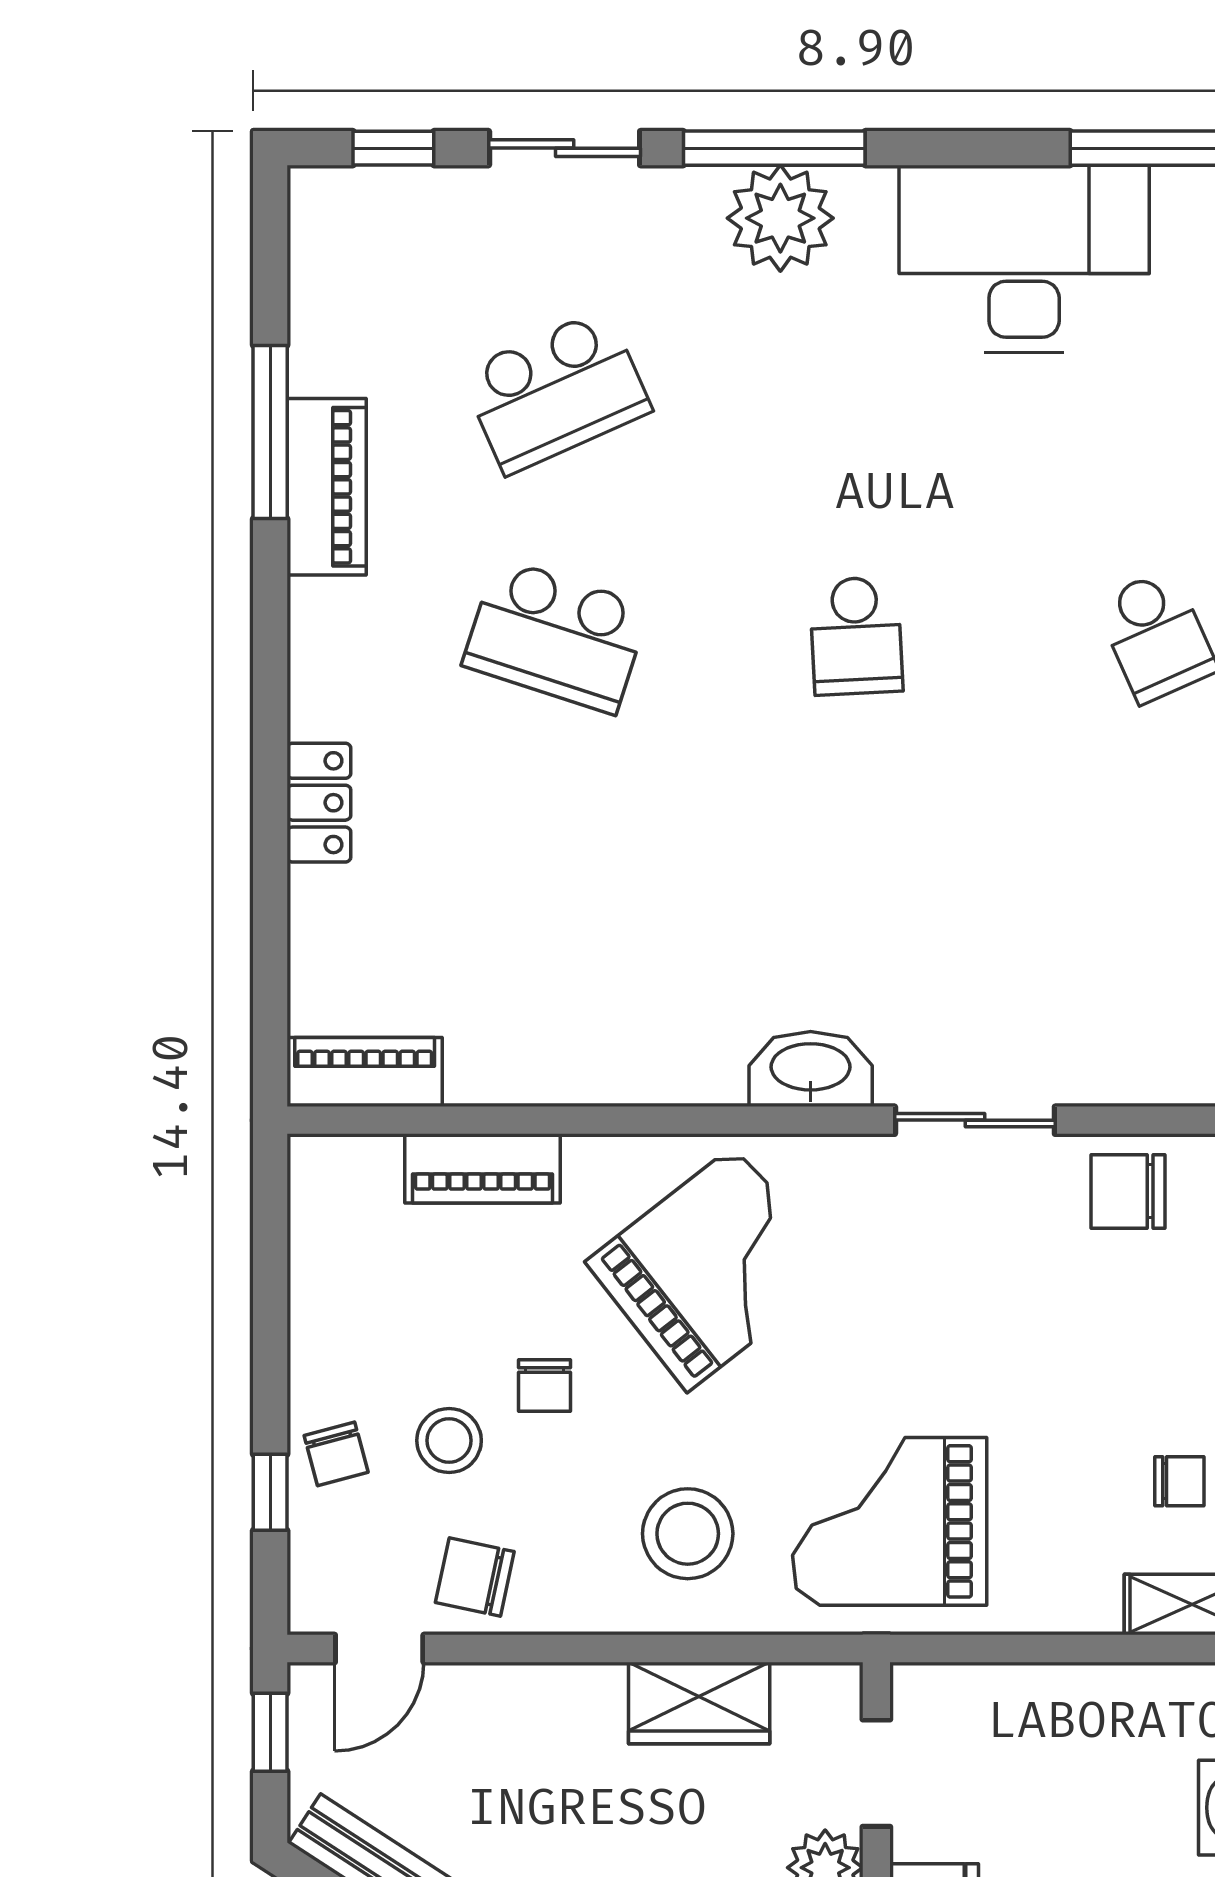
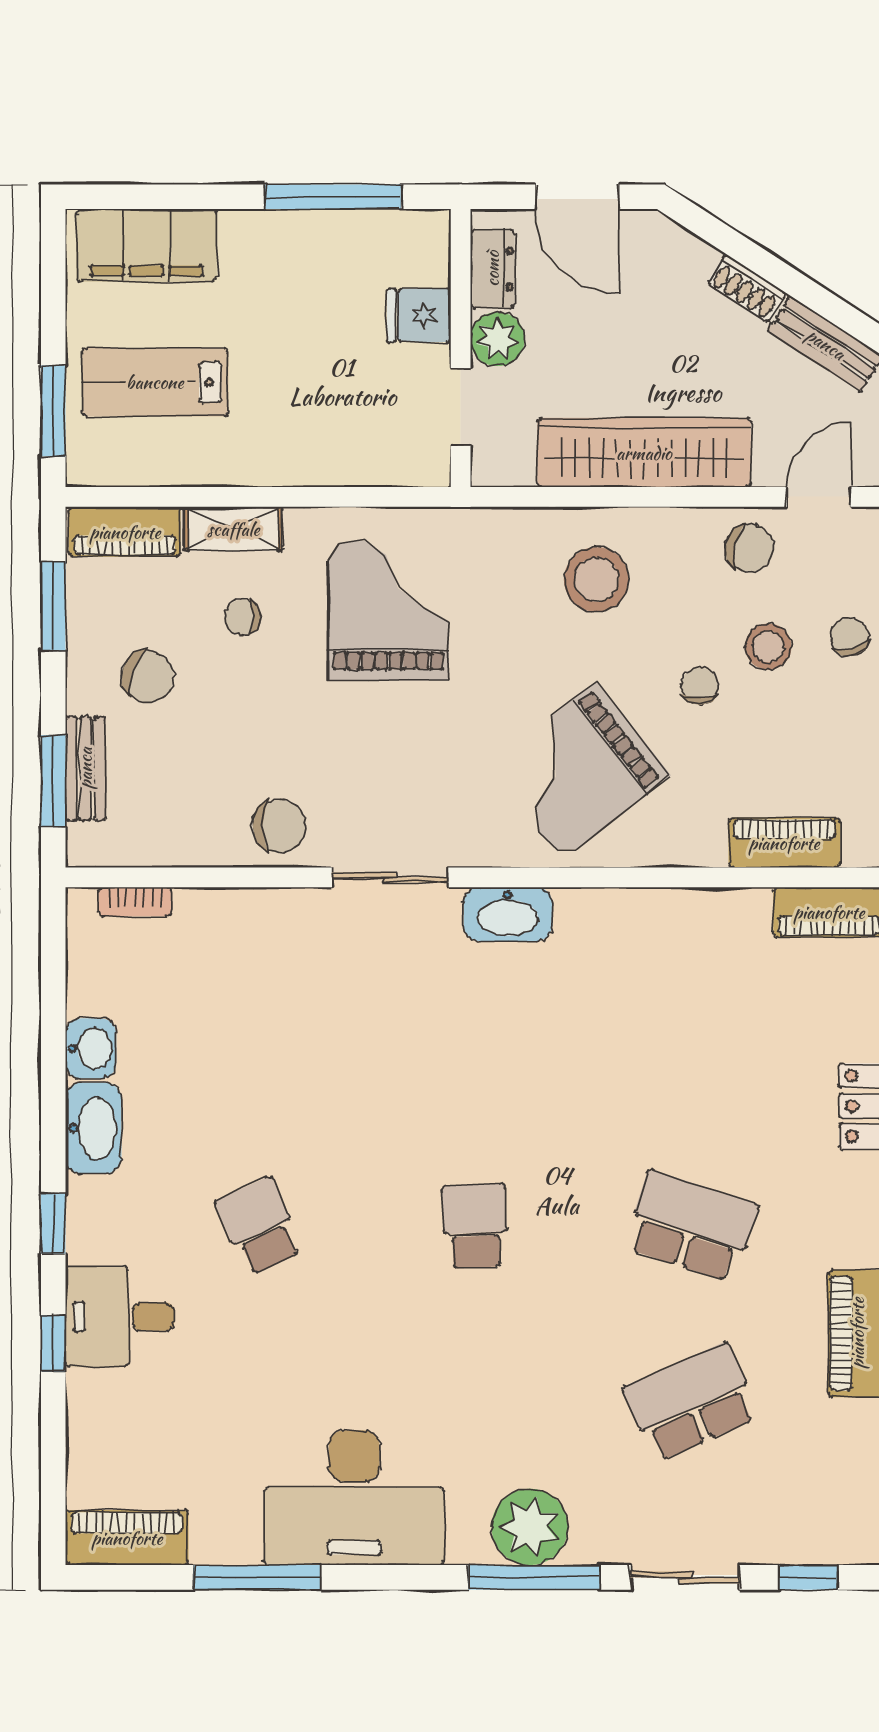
piano: (483, 1168) -> (784, 843), moved
grand piano: (890, 1521) -> (388, 611), moved, turned -90
wardrobe: (699, 1703) -> (644, 453), width x2.10, depth x1.17

